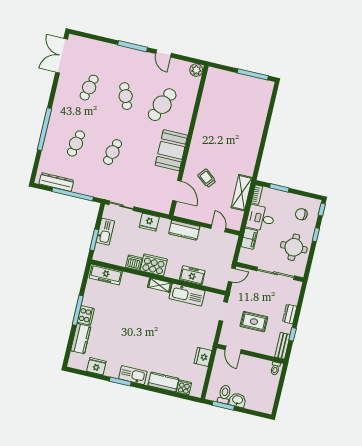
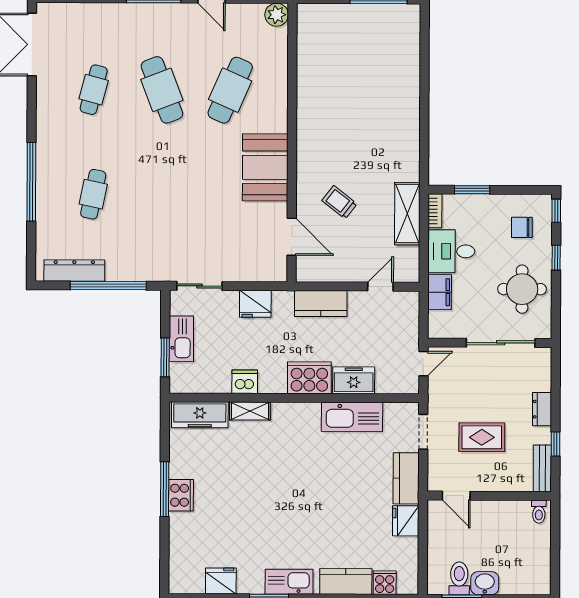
cafe table: (126, 96) -> (162, 90), width x1.37, depth x1.35
cafe table: (113, 152) -> (162, 194), removed
door: (218, 228) -> (380, 287), hinge flipped
cooker: (154, 265) -> (309, 378), moved
shelving: (160, 285) -> (250, 411), moved
kitchen counter: (81, 339) -> (406, 478), moved, turned 180

